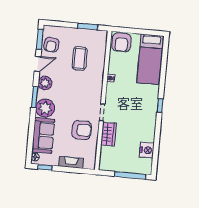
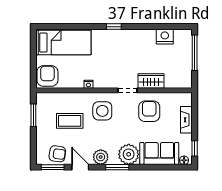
armchair: (121, 42) -> (47, 76), turned -90
side table: (86, 88) -> (102, 111), added

